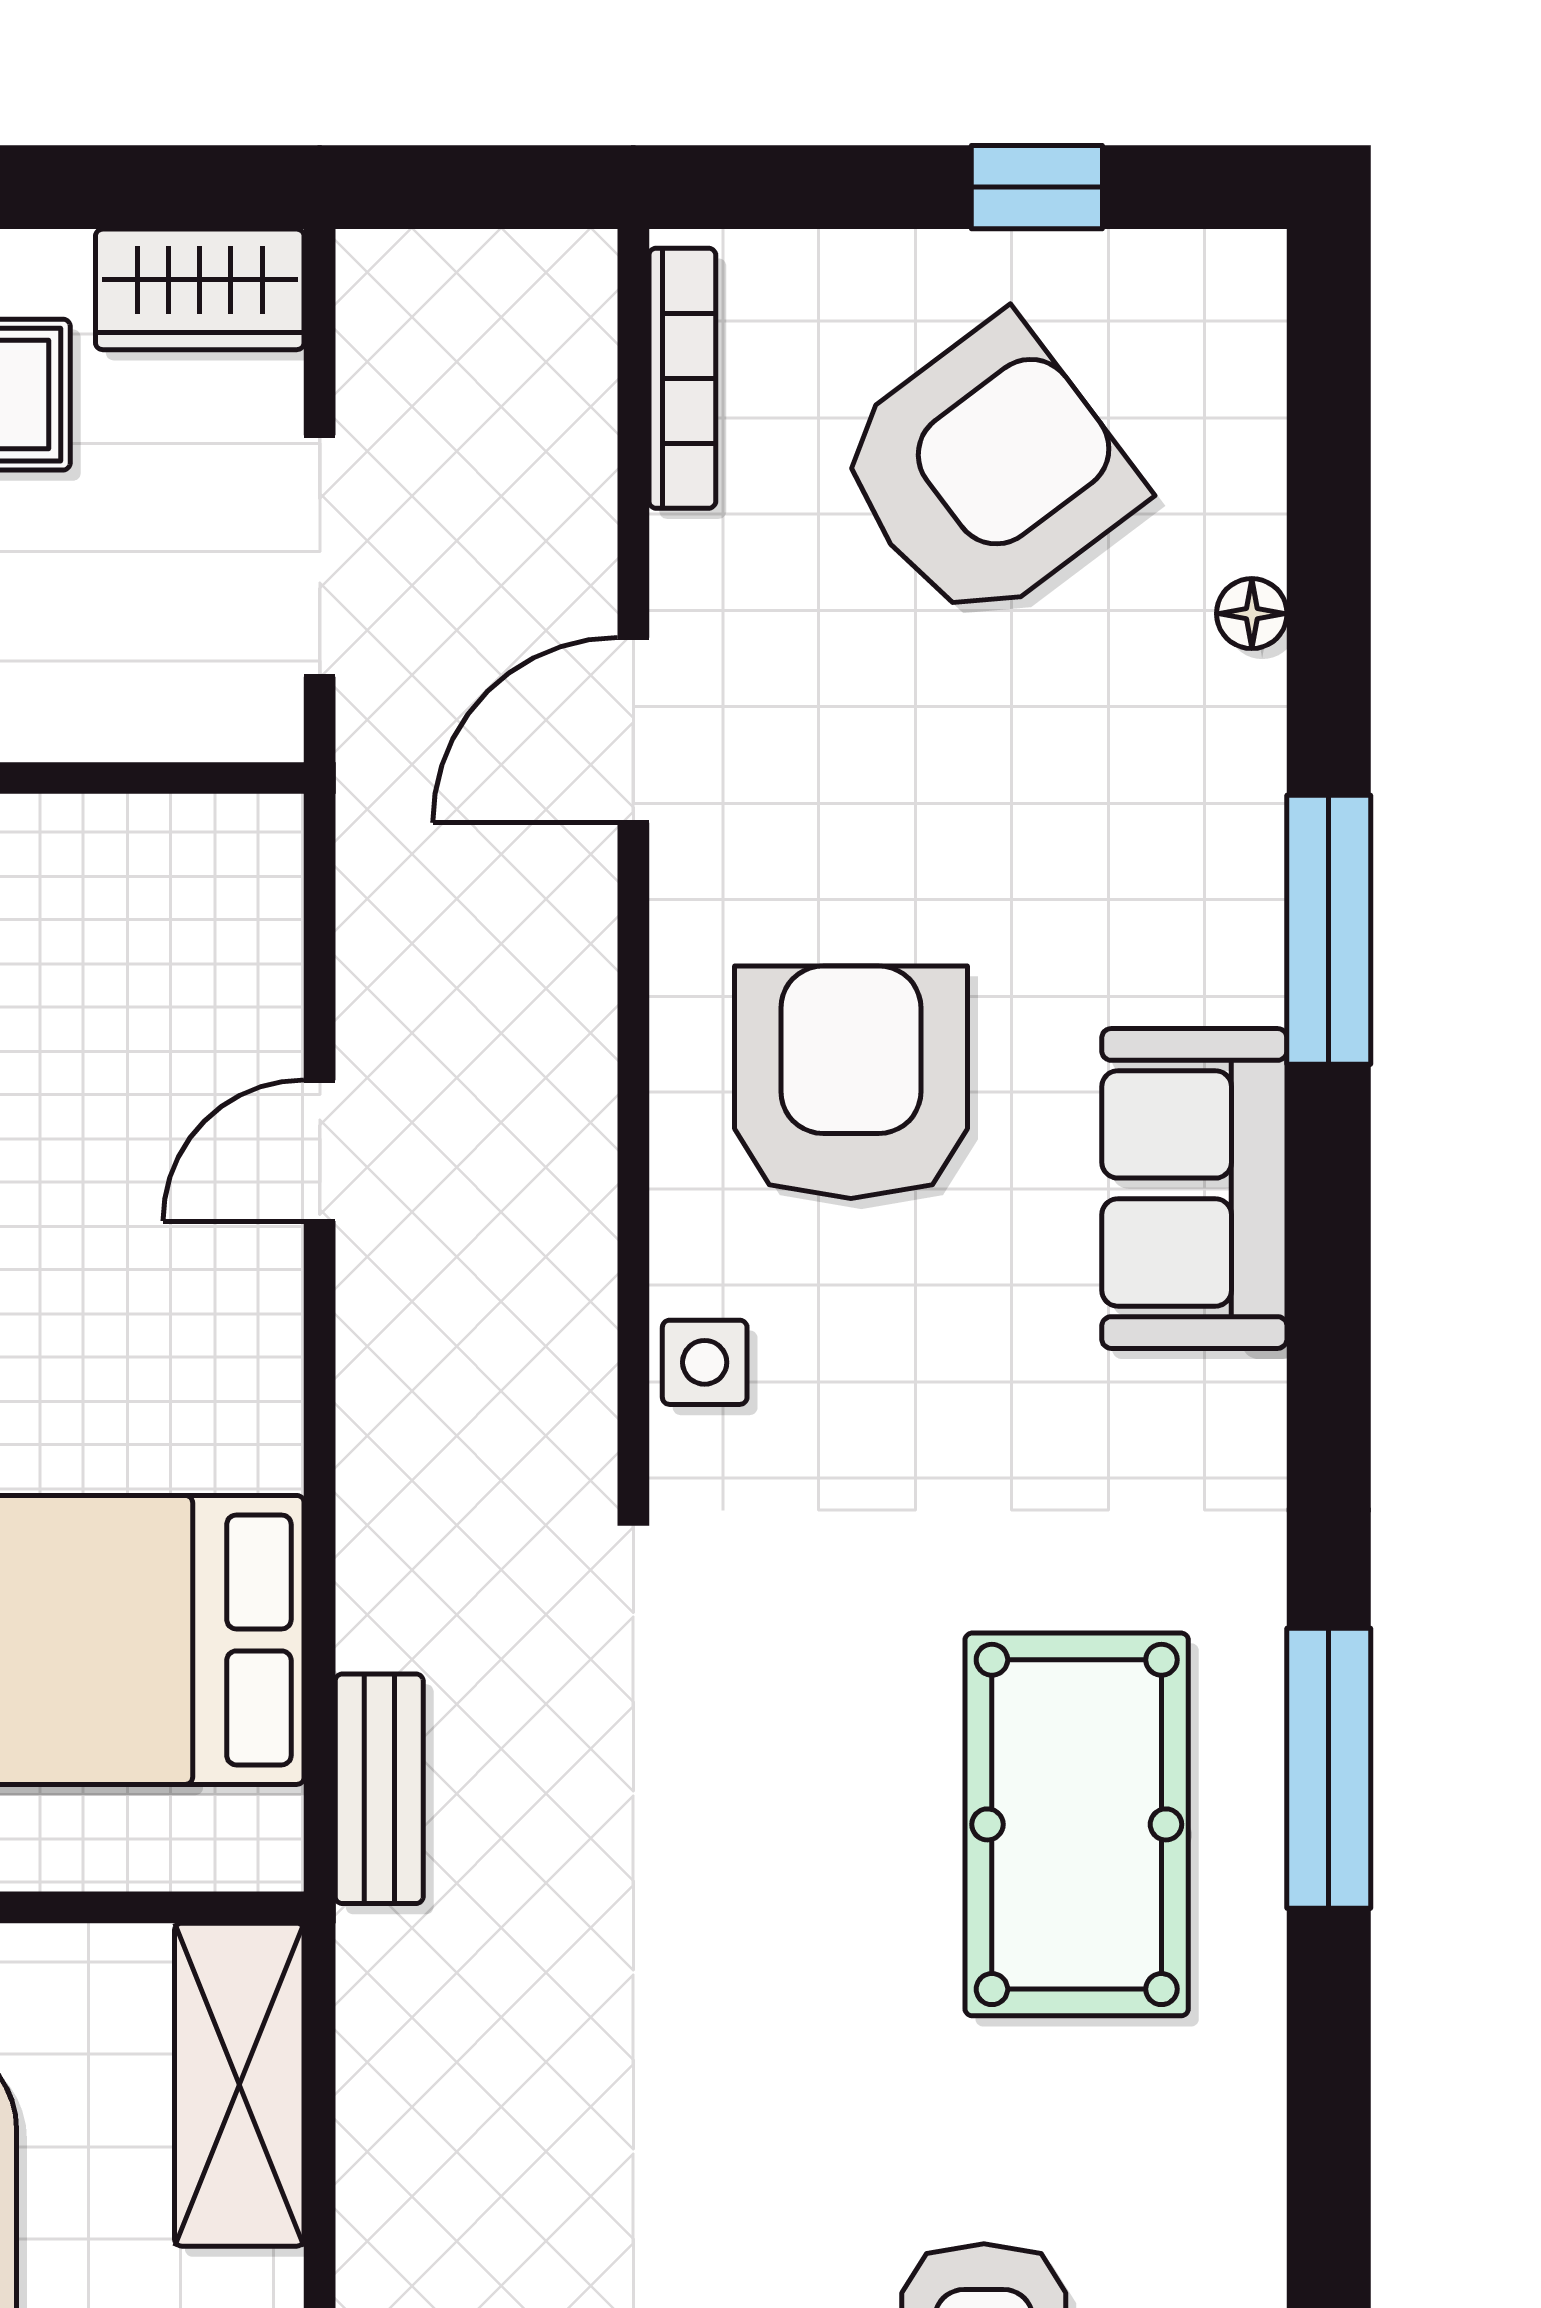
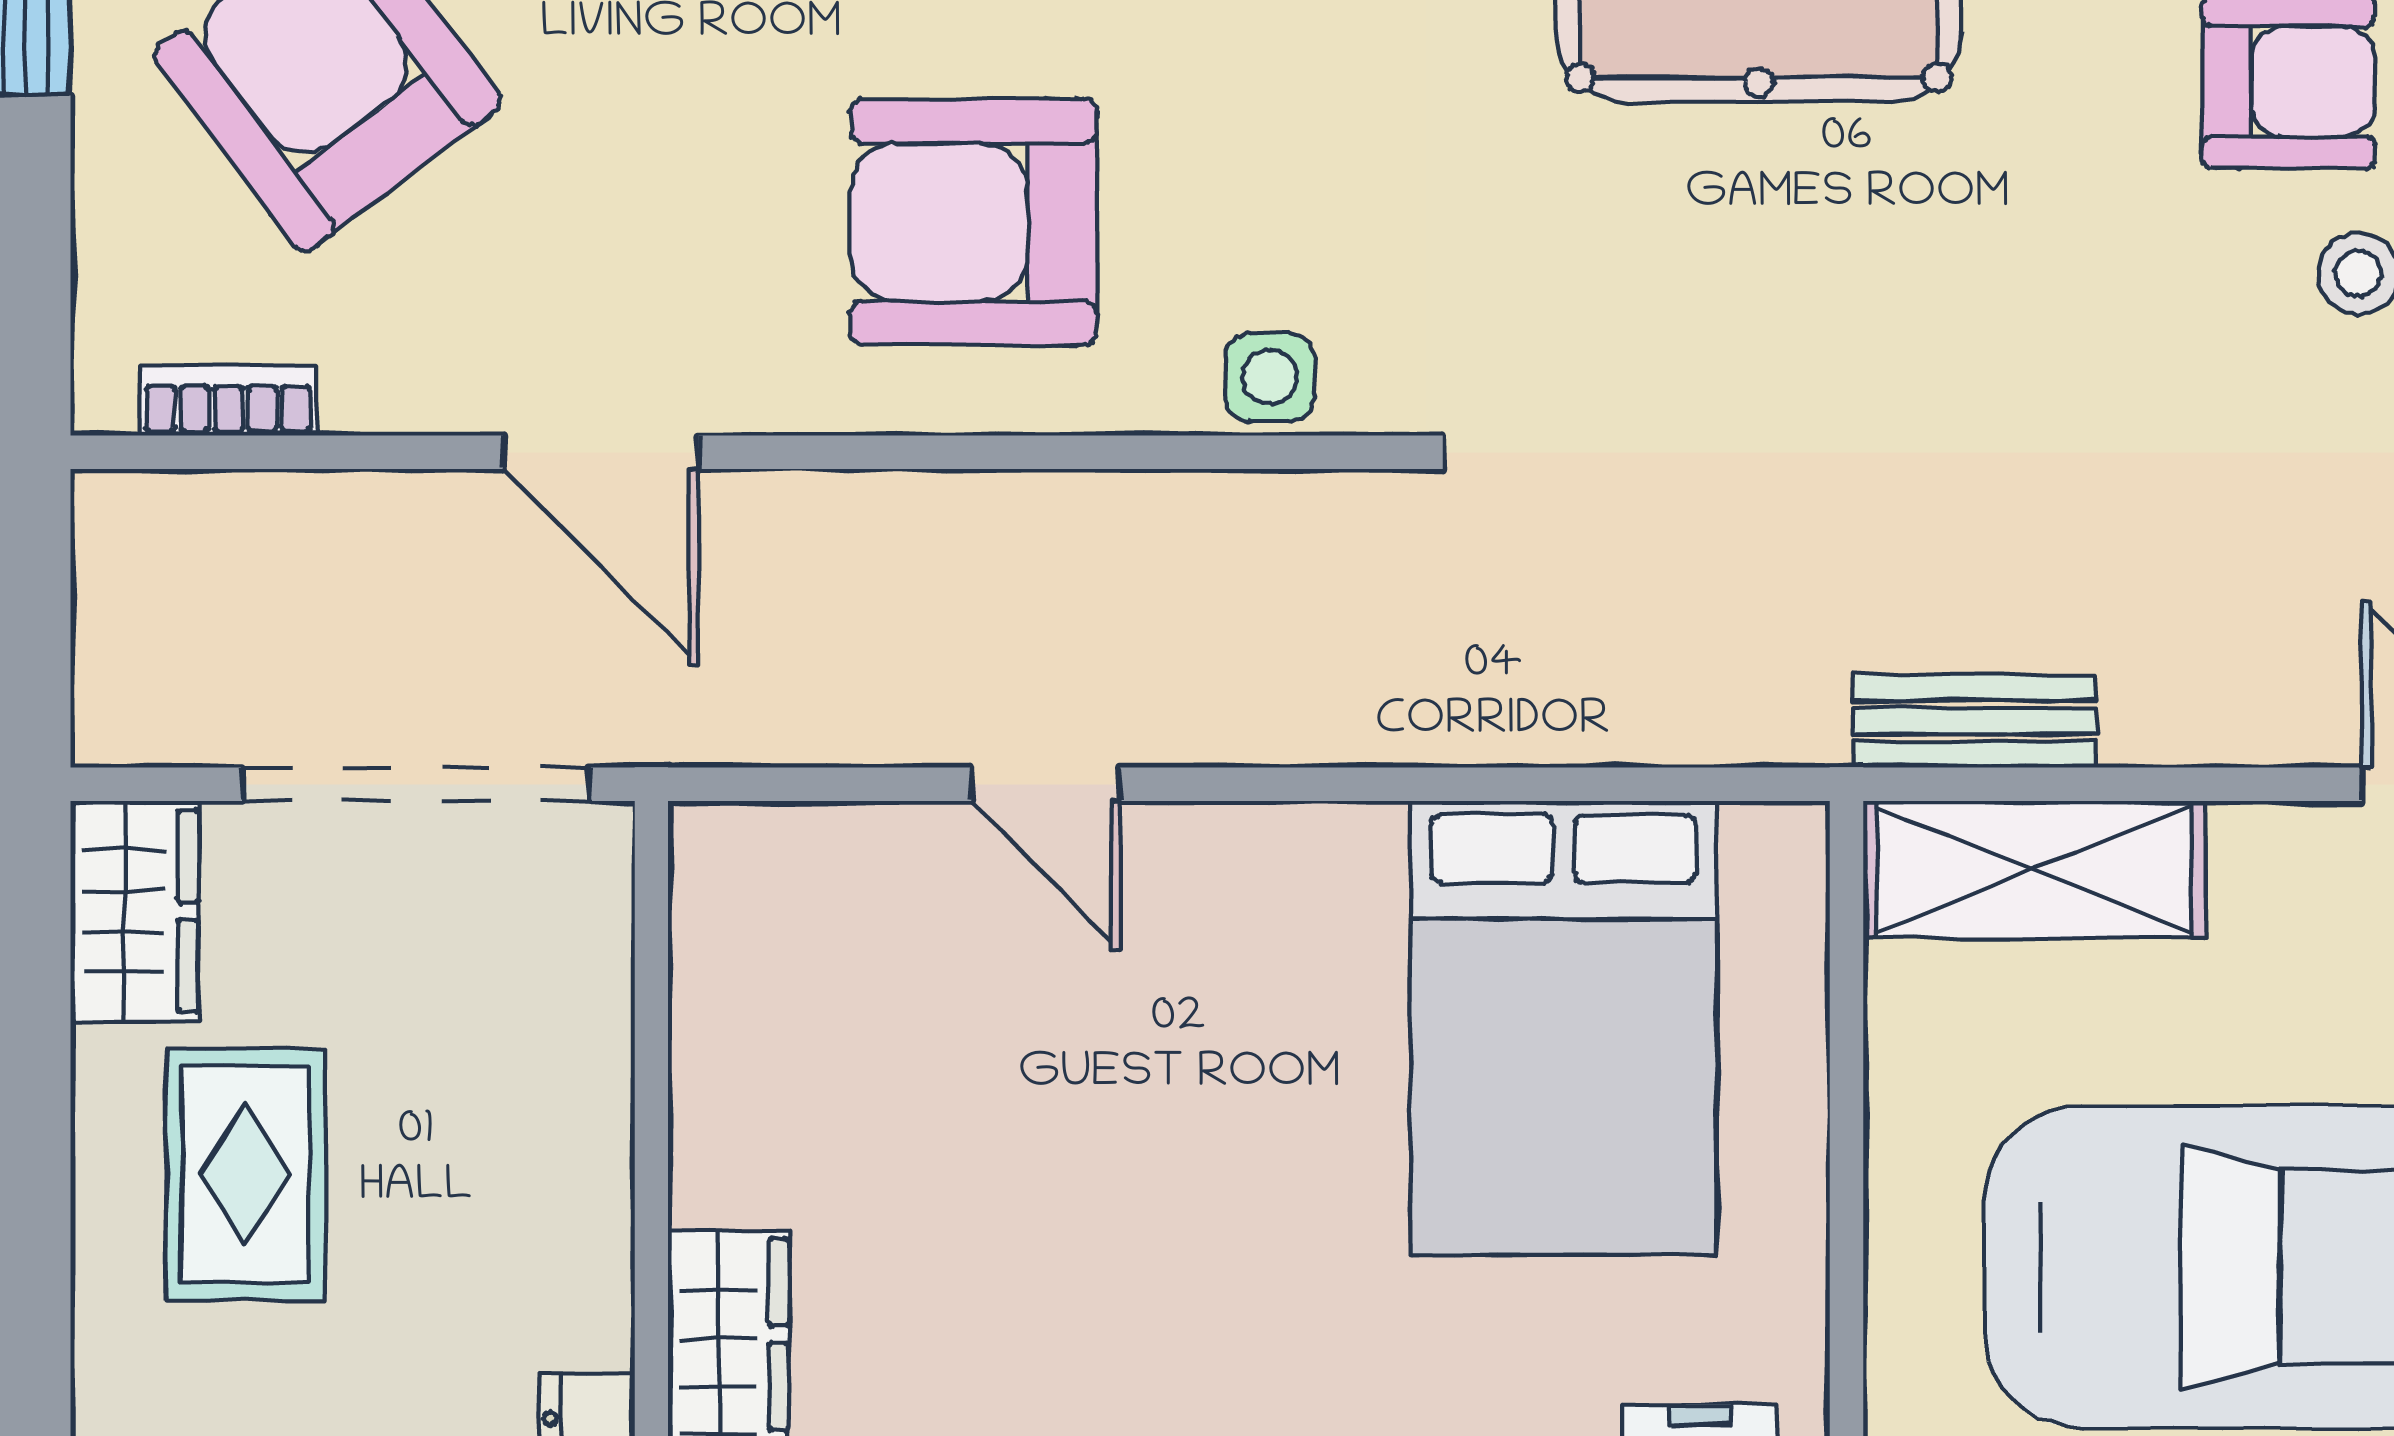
bookcase: (682, 378) -> (228, 400), width x0.64
doorway: (320, 556) -> (417, 784), width x1.36
bench: (379, 1789) -> (1975, 721), moved

